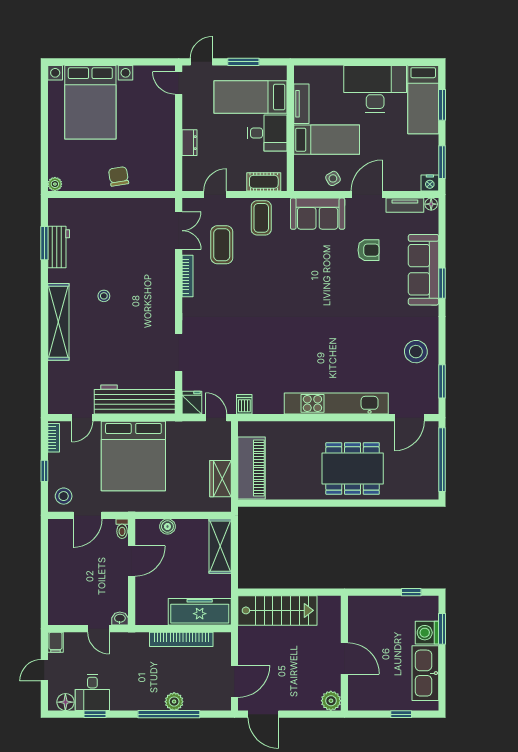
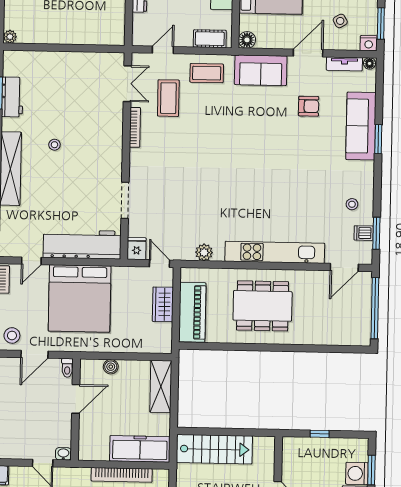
chair: (119, 176) -> (71, 31), removed
side table: (333, 178) -> (340, 21), moved
floor lamp: (303, 182) -> (247, 40), added
coffee table: (261, 218) -> (207, 73), turned 90
stool: (416, 352) -> (352, 204), width x0.53, depth x0.53
dishwasher: (244, 404) -> (364, 233), moved, turned -90
plant: (262, 405) -> (204, 252), added
dining table: (353, 468) -> (263, 306), moved
wardrobe: (220, 479) -> (163, 304), moved
window: (411, 592) -> (320, 434), moved

